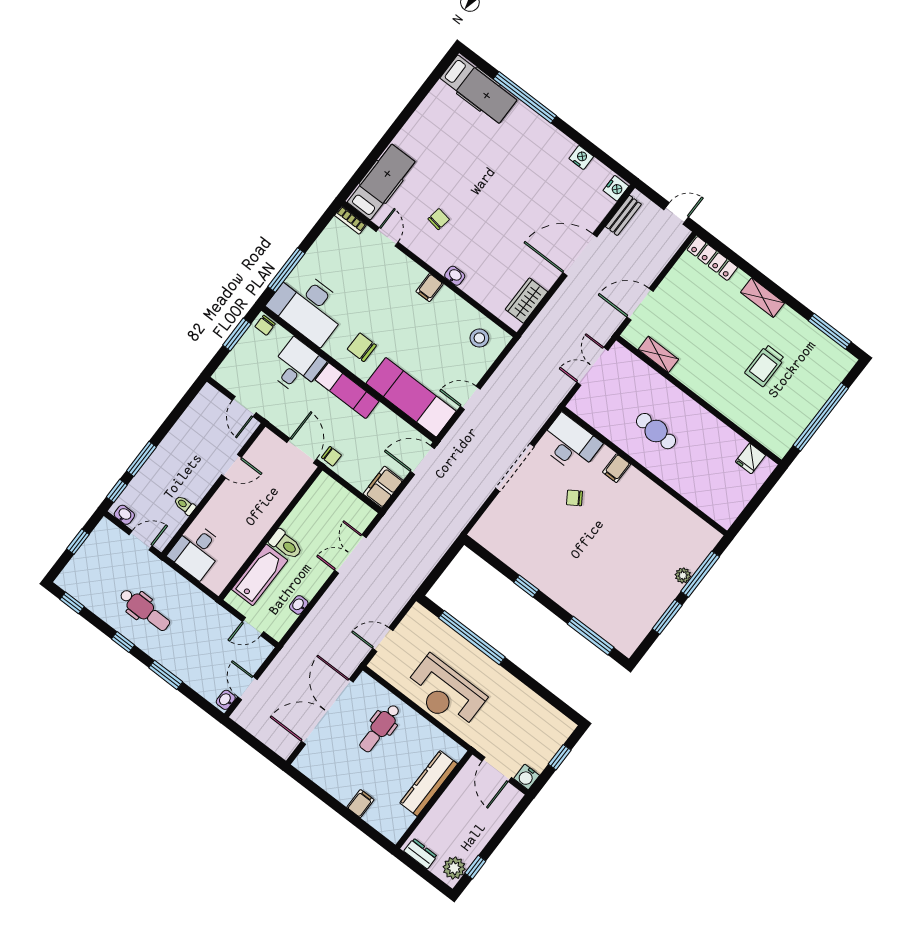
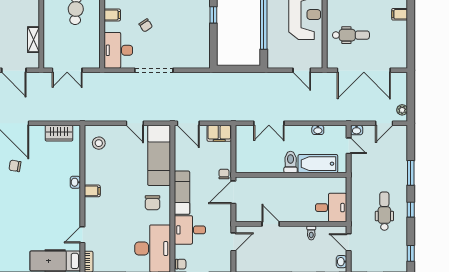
chair: (439, 219) -> (15, 166), moved
washbasin: (226, 700) -> (357, 130), moved
plant: (247, 721) -> (402, 110), added

